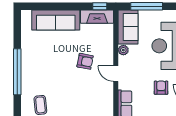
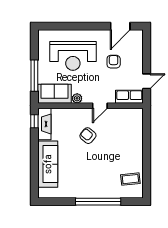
armchair: (85, 61) -> (88, 136), turned -61
armchair: (161, 88) -> (114, 62), turned 90

